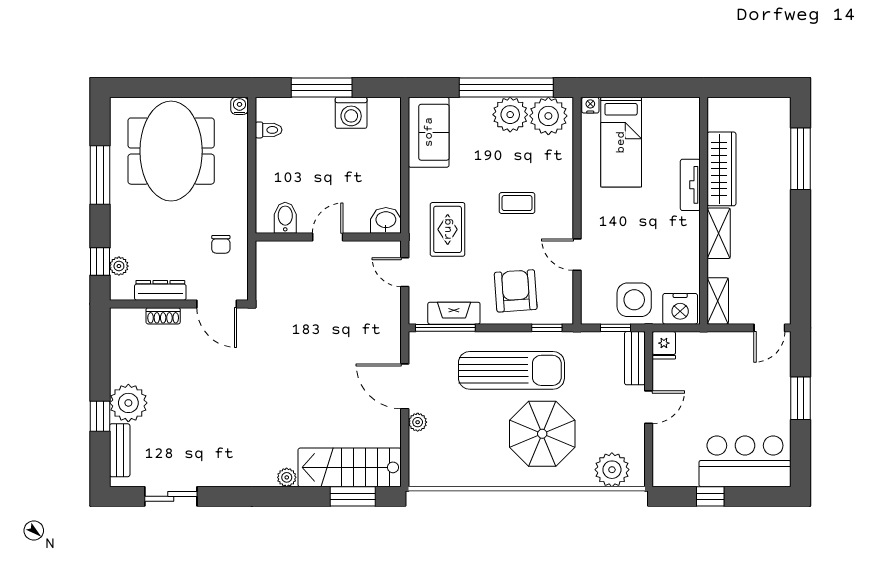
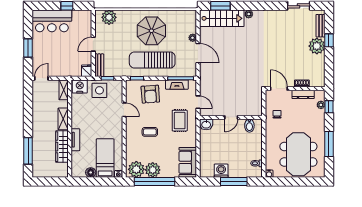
floor lamp: (655, 109) -> (91, 172), added
parasol: (542, 434) -> (151, 31), moved

